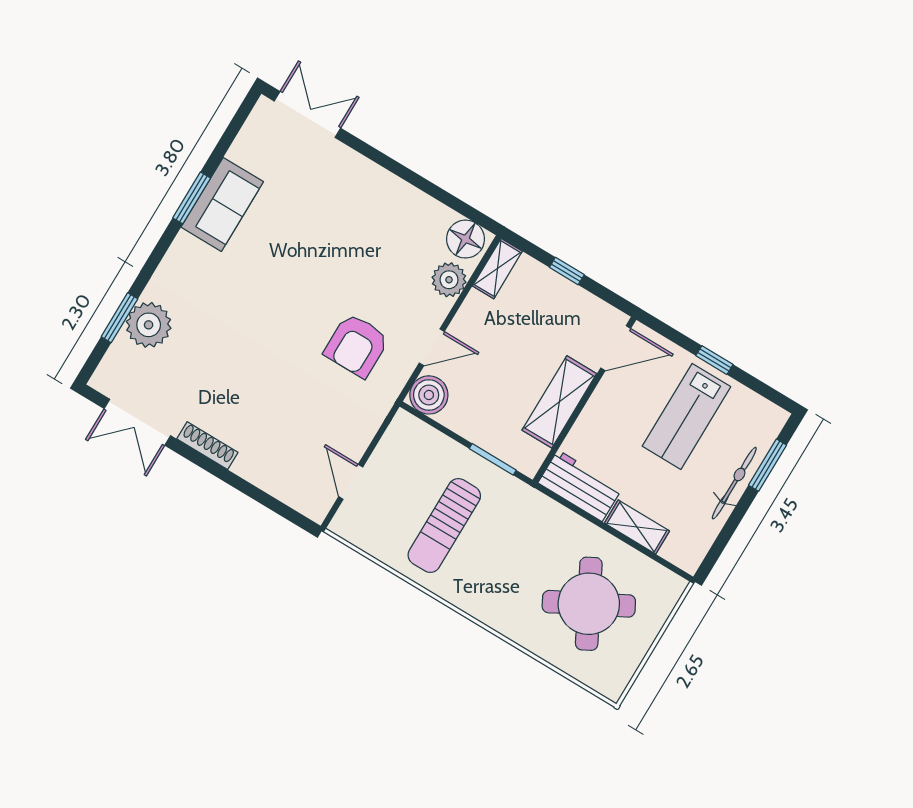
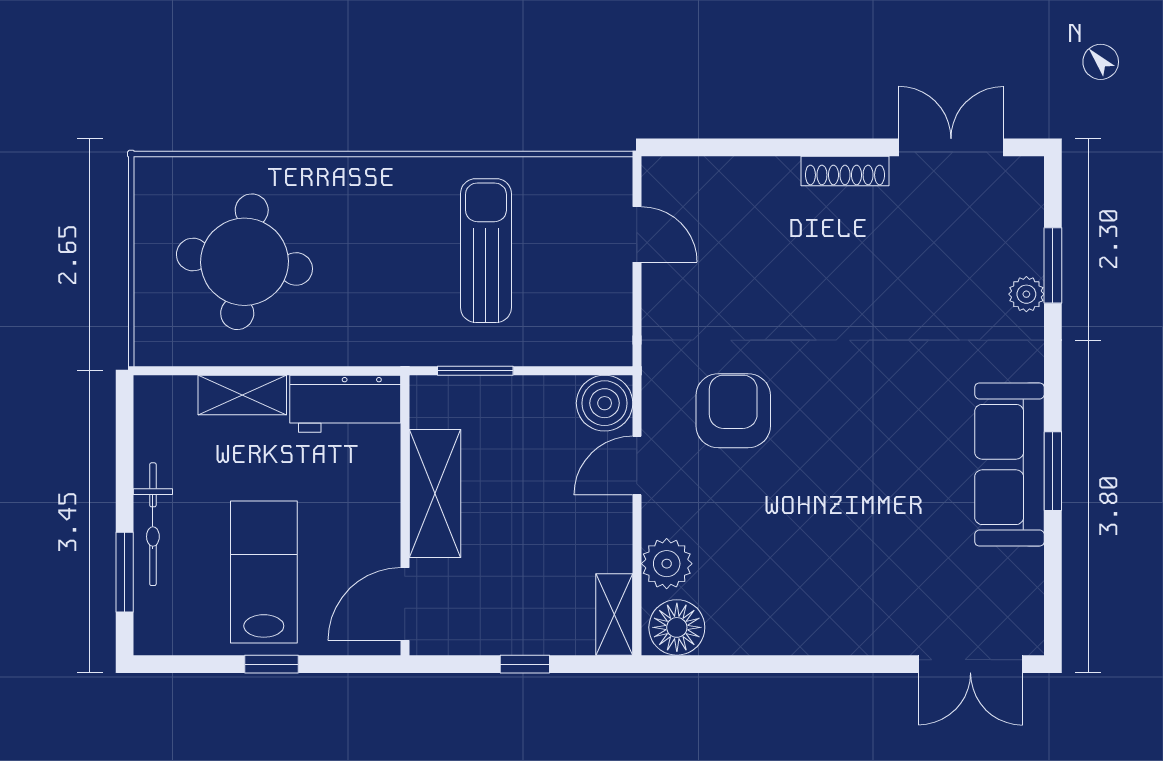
sofa: (222, 204) -> (1009, 464), width x1.36
plant: (149, 325) -> (1026, 294), width x0.53, depth x0.53
round table: (589, 604) -> (244, 262), turned 36

